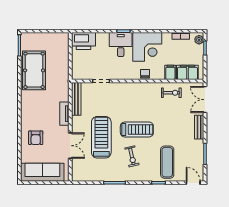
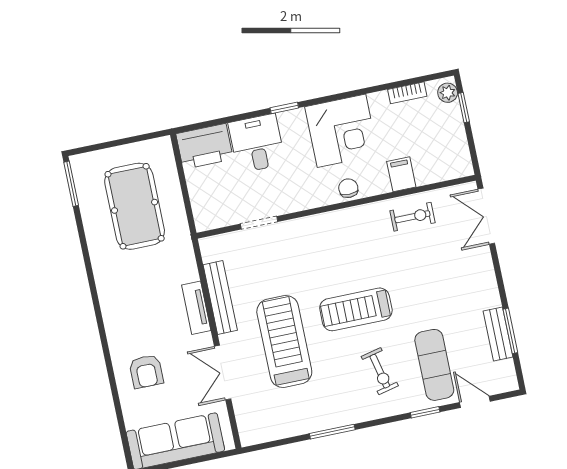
desk: (121, 45) -> (257, 143), moved
pool table: (34, 70) -> (135, 206), moved
filing cabinet: (187, 72) -> (437, 167), removed
bench: (76, 99) -> (220, 297), moved
bench: (199, 127) -> (498, 334), moved
treadmill: (137, 129) -> (356, 309), turned 180
double door: (70, 146) -> (223, 373), swing flipped
exercise bike: (132, 156) -> (380, 371), moved
door: (193, 183) -> (475, 402), moved

